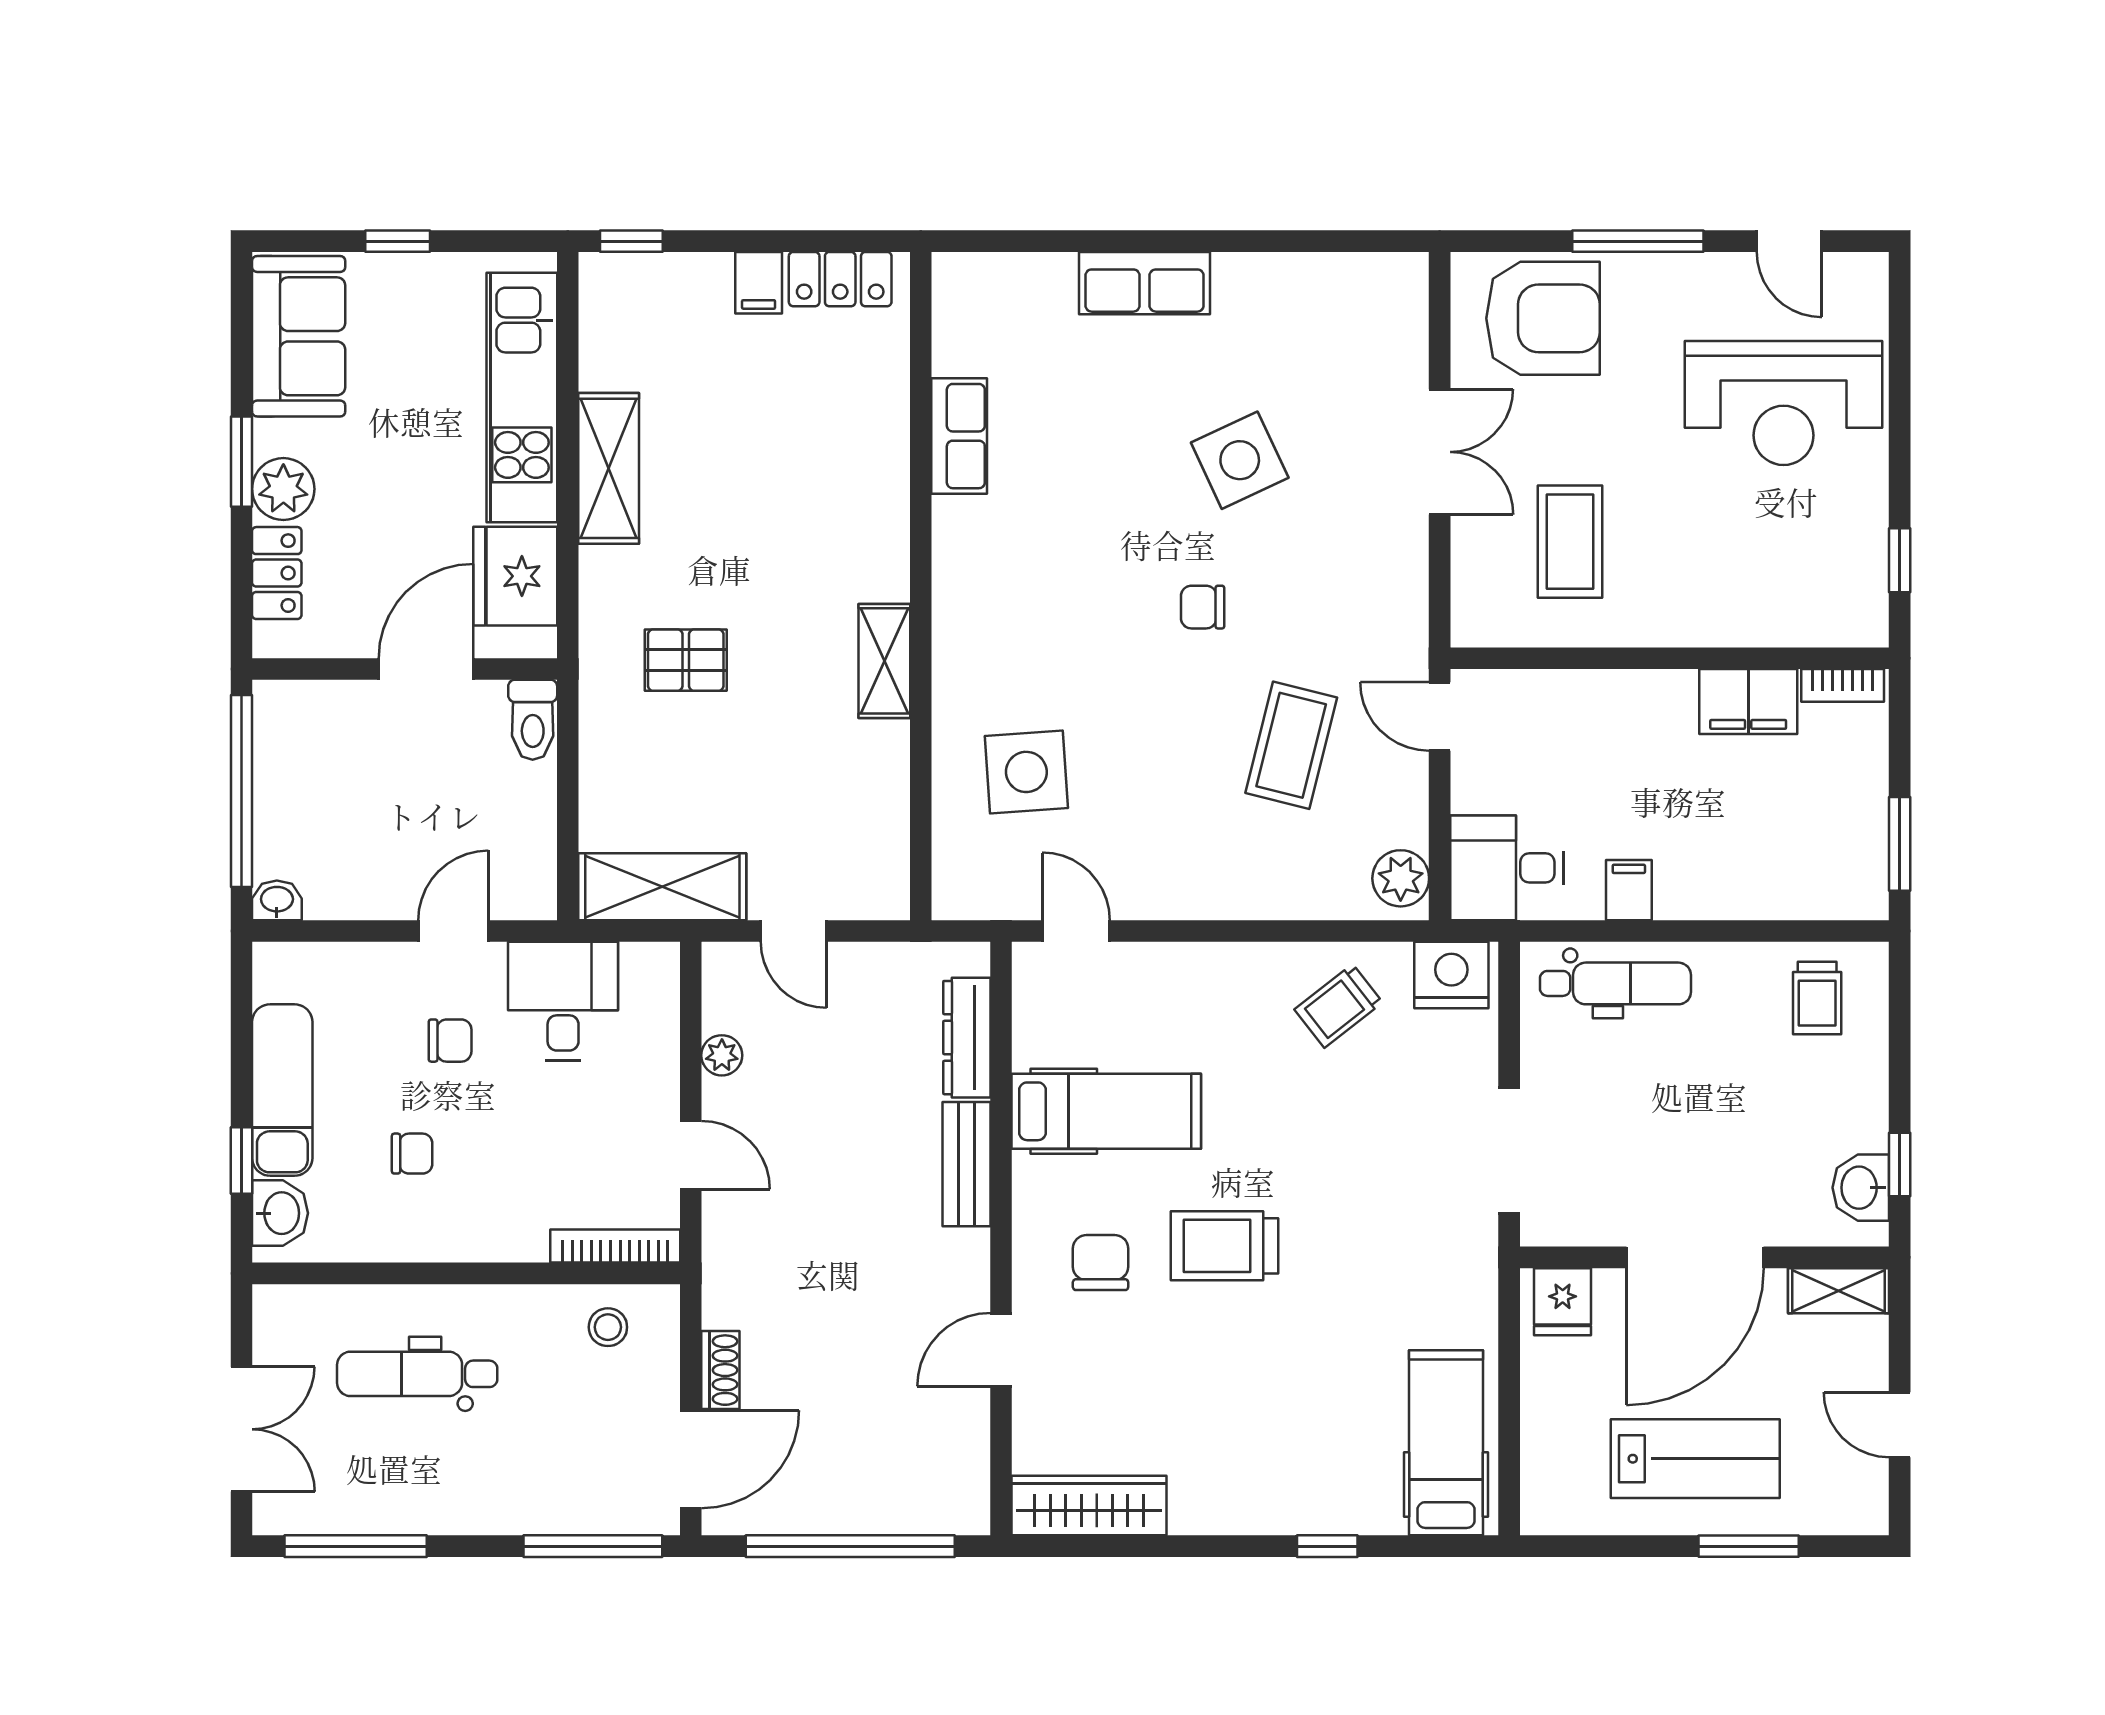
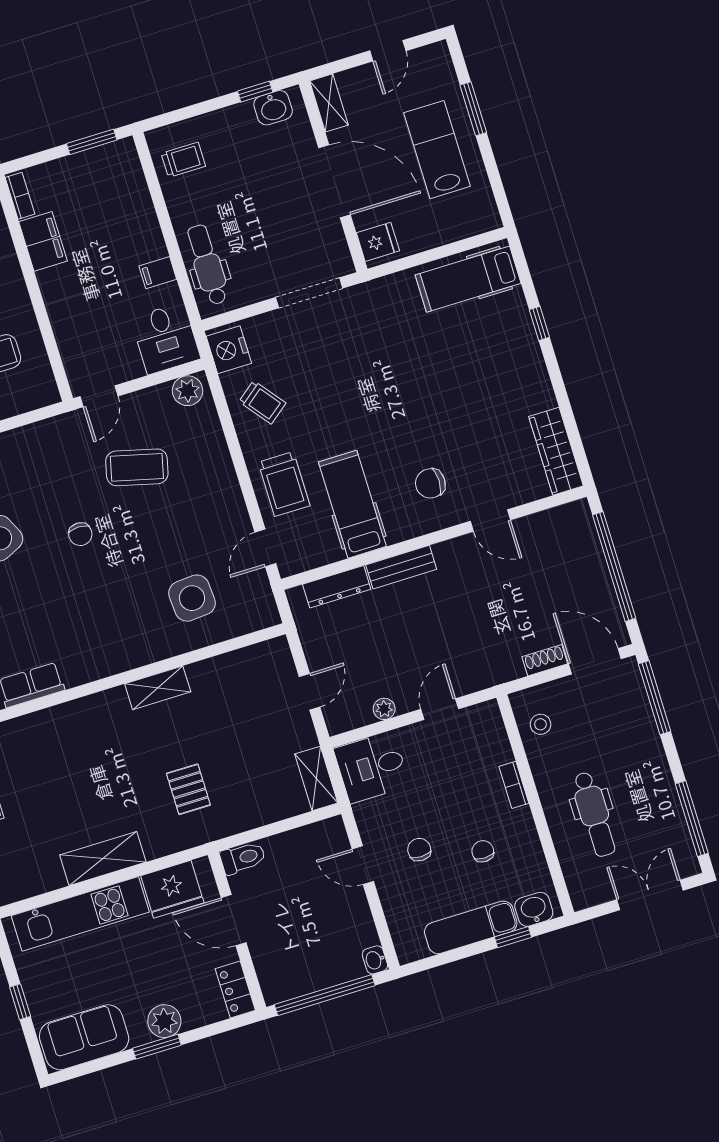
locker: (277, 573) -> (235, 989), moved, turned -90
shelving: (662, 887) -> (316, 779), width x0.67, depth x0.75
desk: (563, 1001) -> (372, 767), moved
bookcase: (615, 1246) -> (514, 785), moved, width x0.64
trolley: (1224, 1246) -> (284, 484), moved

